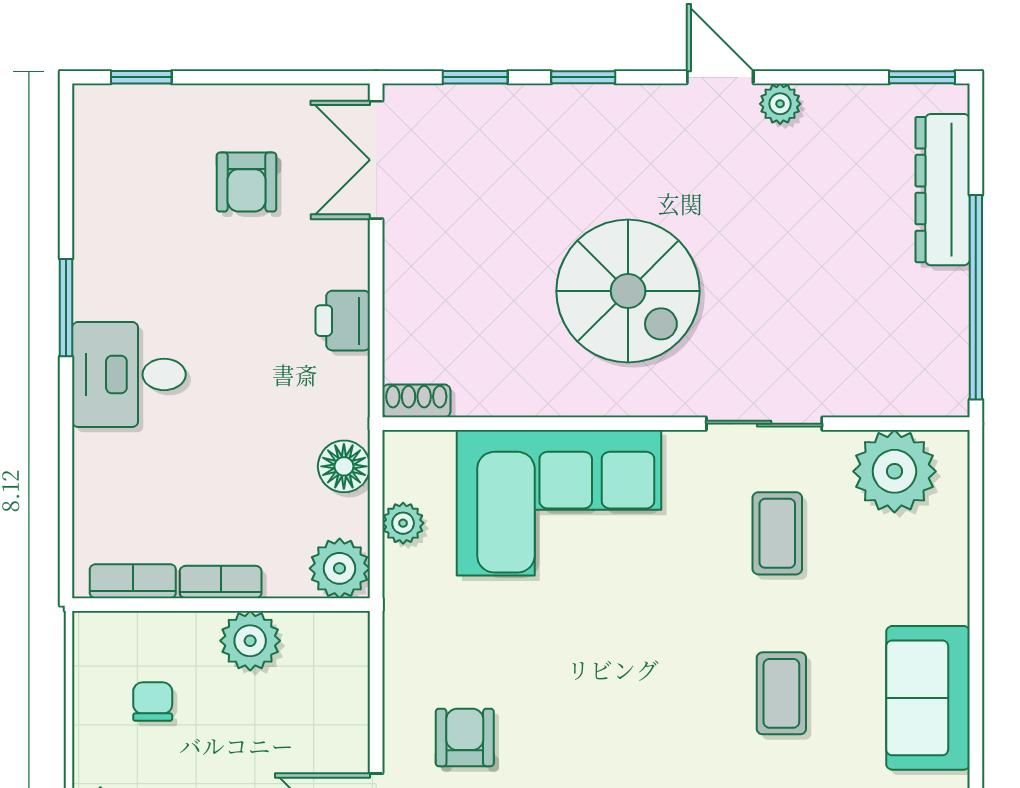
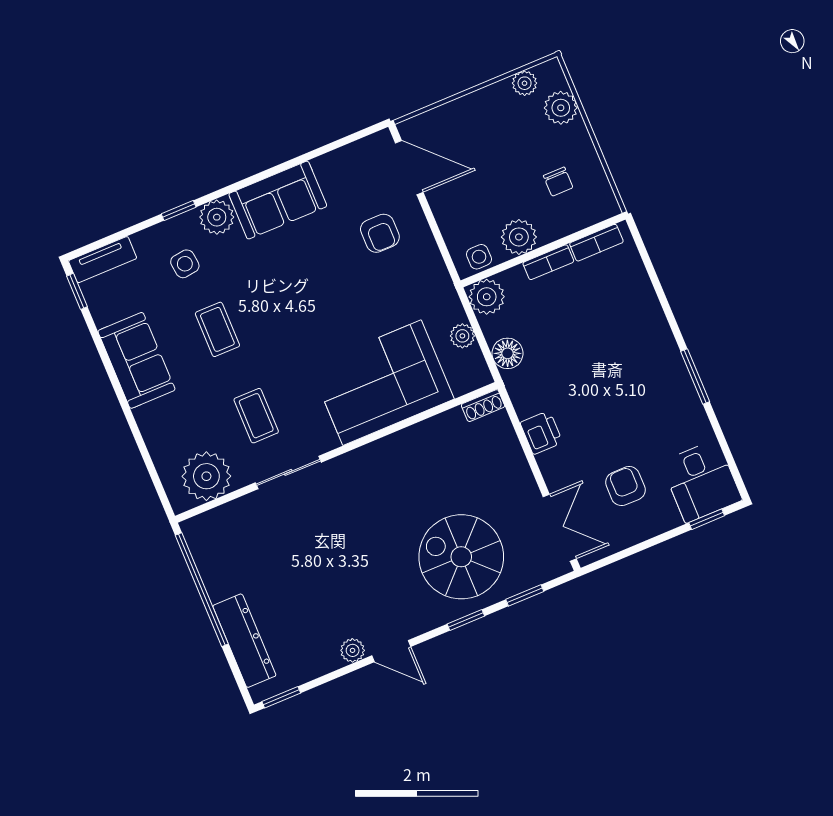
spiral stairs: (628, 291) -> (461, 557), moved
desk: (129, 374) -> (701, 481), moved, turned 90
side table: (325, 636) -> (479, 257), added

